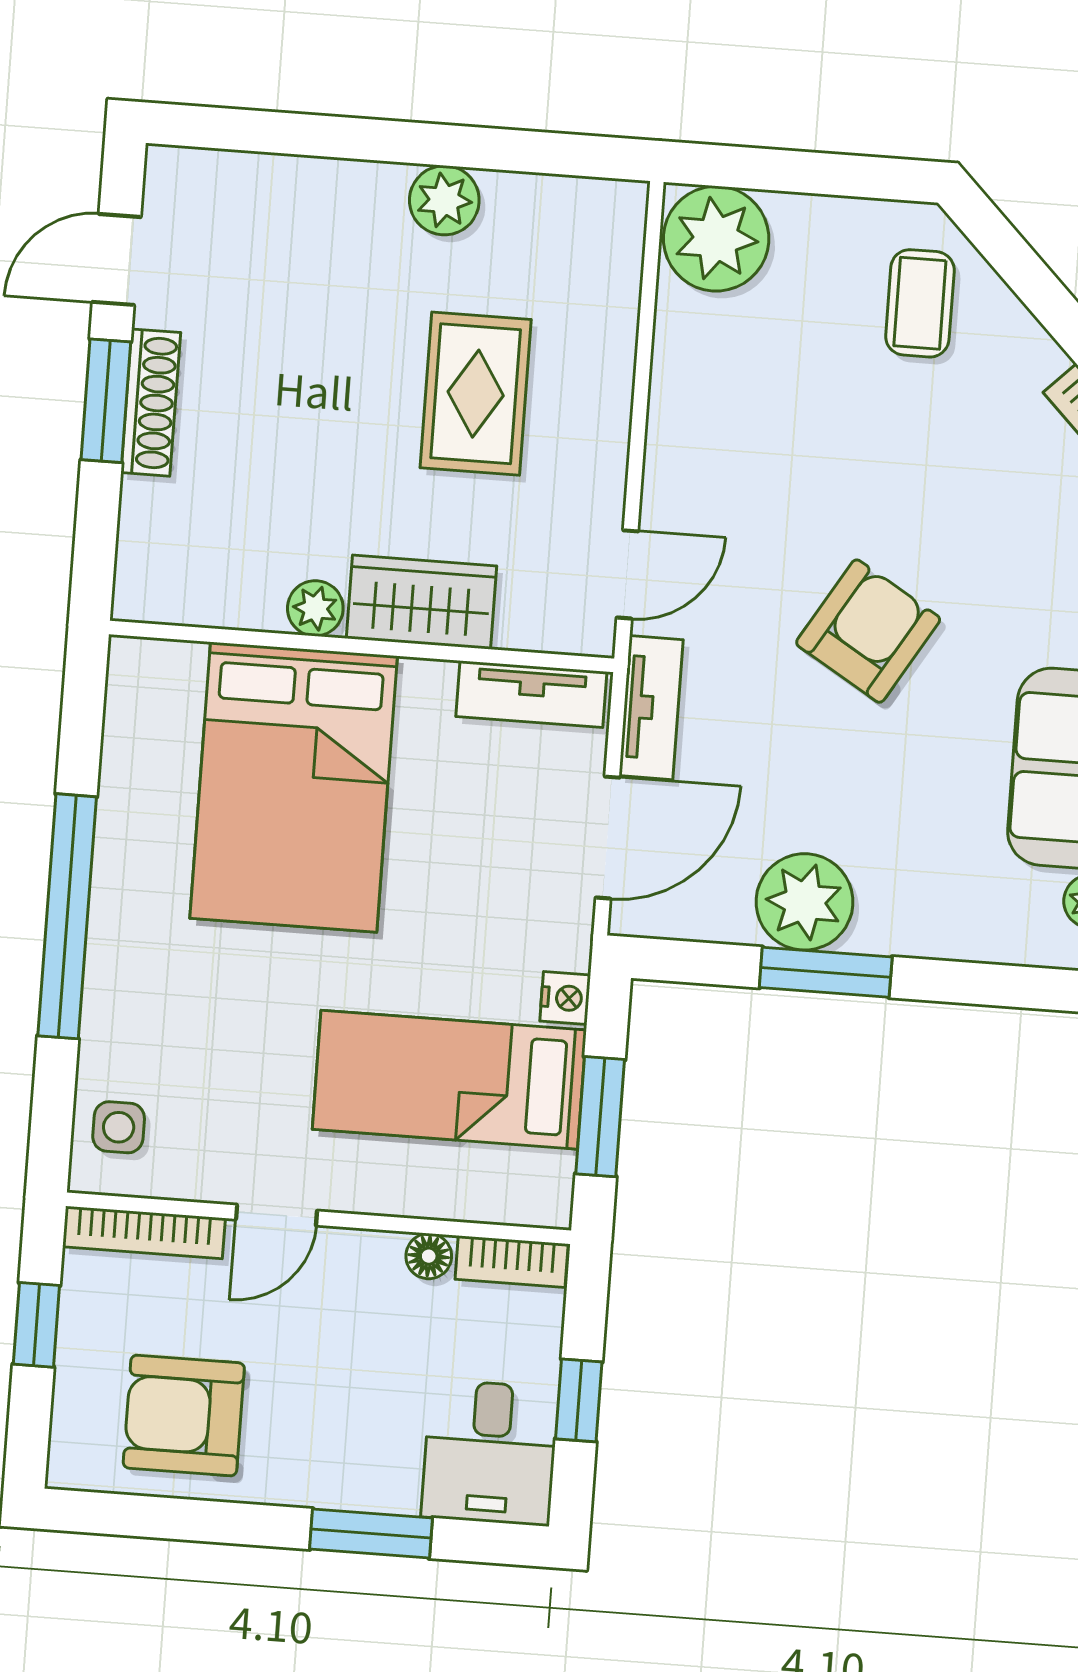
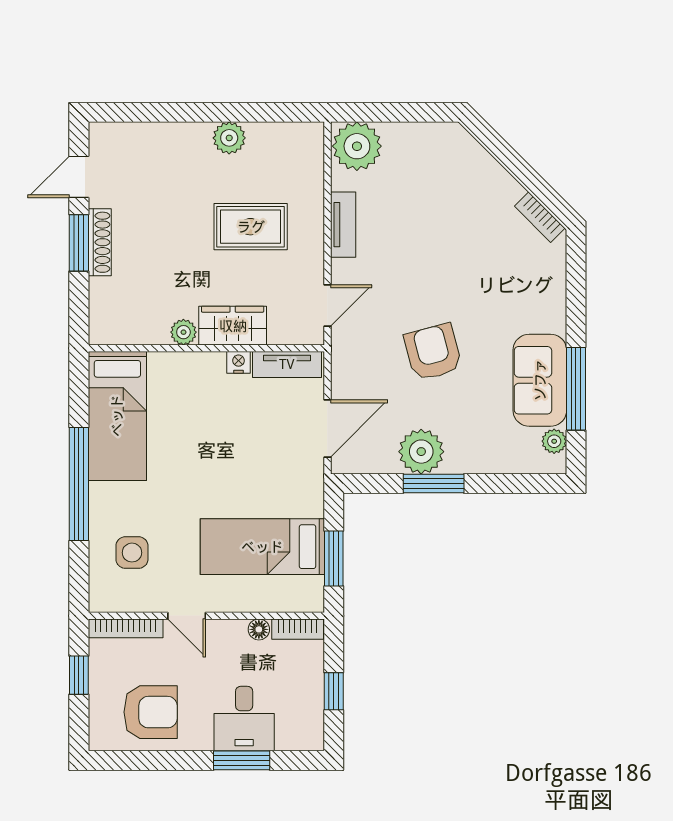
coffee table: (920, 303) -> (454, 169), removed
rug: (476, 394) -> (251, 227), turned 90
armchair: (868, 631) -> (433, 352), moved, turned -46
tv unit: (651, 708) -> (343, 225), moved
bed: (294, 787) -> (117, 416), moved, width x0.67
nightstand: (565, 998) -> (239, 362), moved, turned -90
side table: (119, 1127) -> (132, 553), moved, width x1.37, depth x1.37
door: (276, 1215) -> (187, 616), hinge flipped
armchair: (184, 1416) -> (151, 712), turned 180
desk: (490, 1453) -> (244, 719), moved

